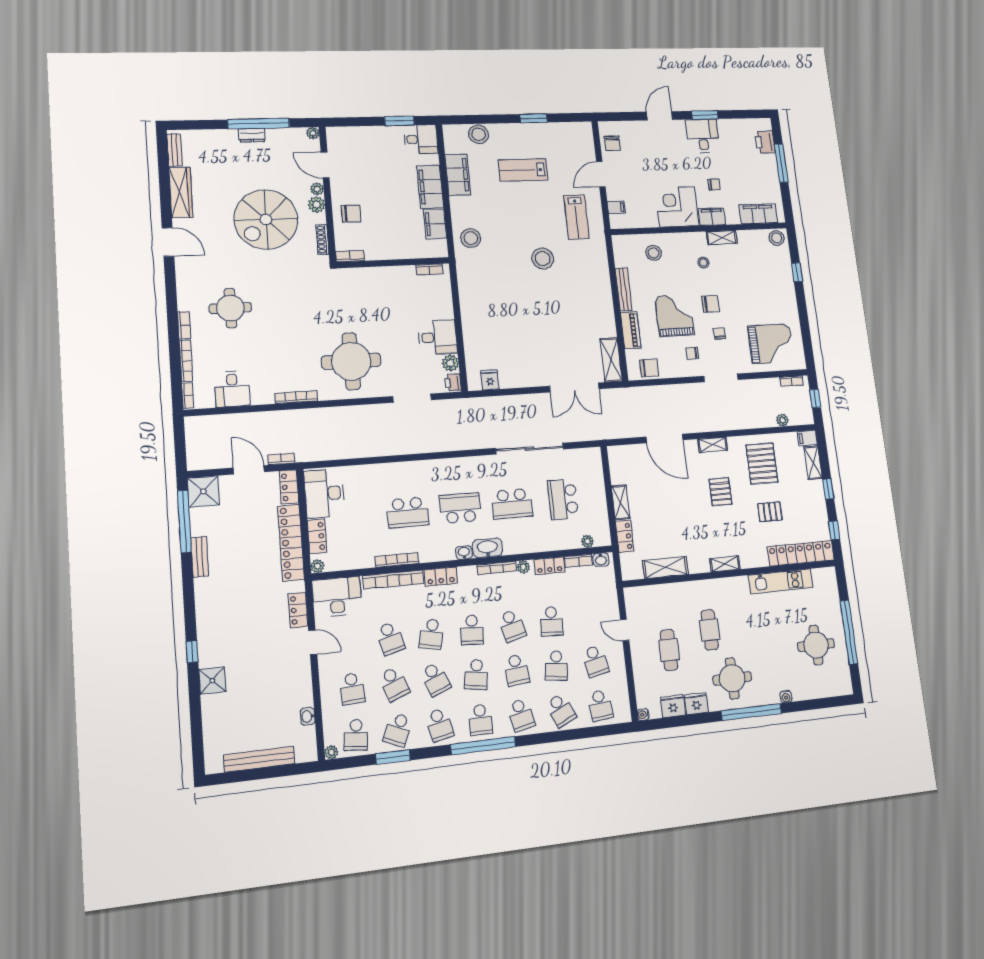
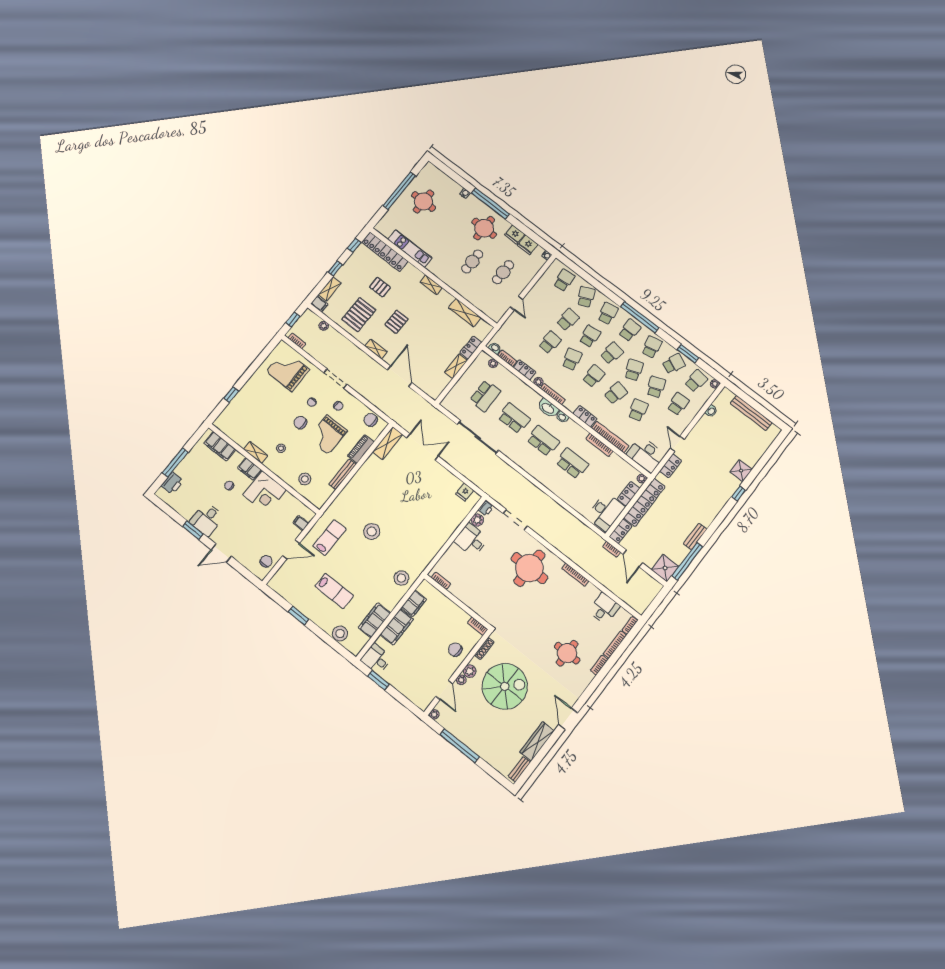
dresser: (252, 135) -> (469, 742), removed
stool: (777, 238) -> (223, 424), removed
school desk: (460, 508) -> (543, 441), turned 180
school desk: (595, 661) -> (546, 303), removed

